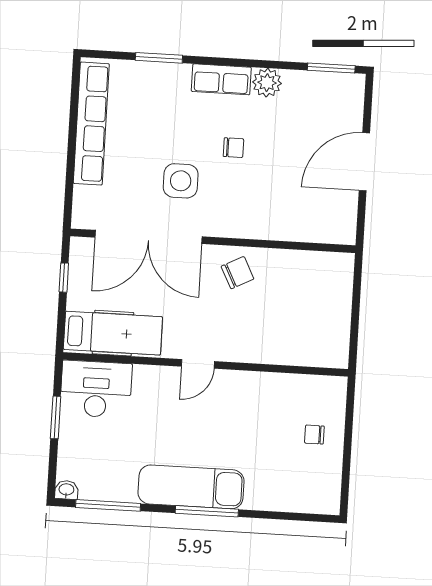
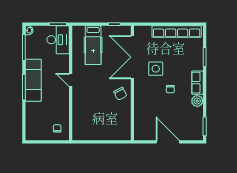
door: (198, 364) -> (71, 80), moved
wall: (206, 364) -> (71, 83), moved
desk: (96, 389) -> (58, 40), moved

